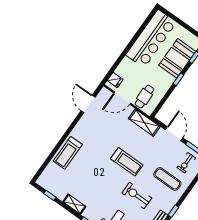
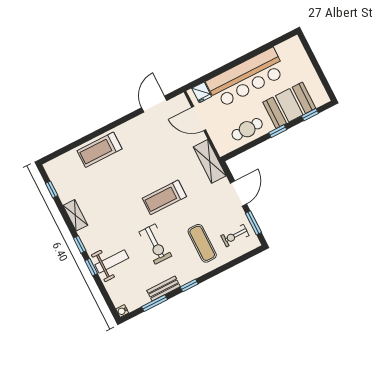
bar counter: (151, 39) -> (246, 78), moved
cafe table: (144, 97) -> (247, 129), moved
treadmill: (127, 162) -> (164, 197), turned 90
exercise bike: (137, 196) -> (155, 244), turned 180

